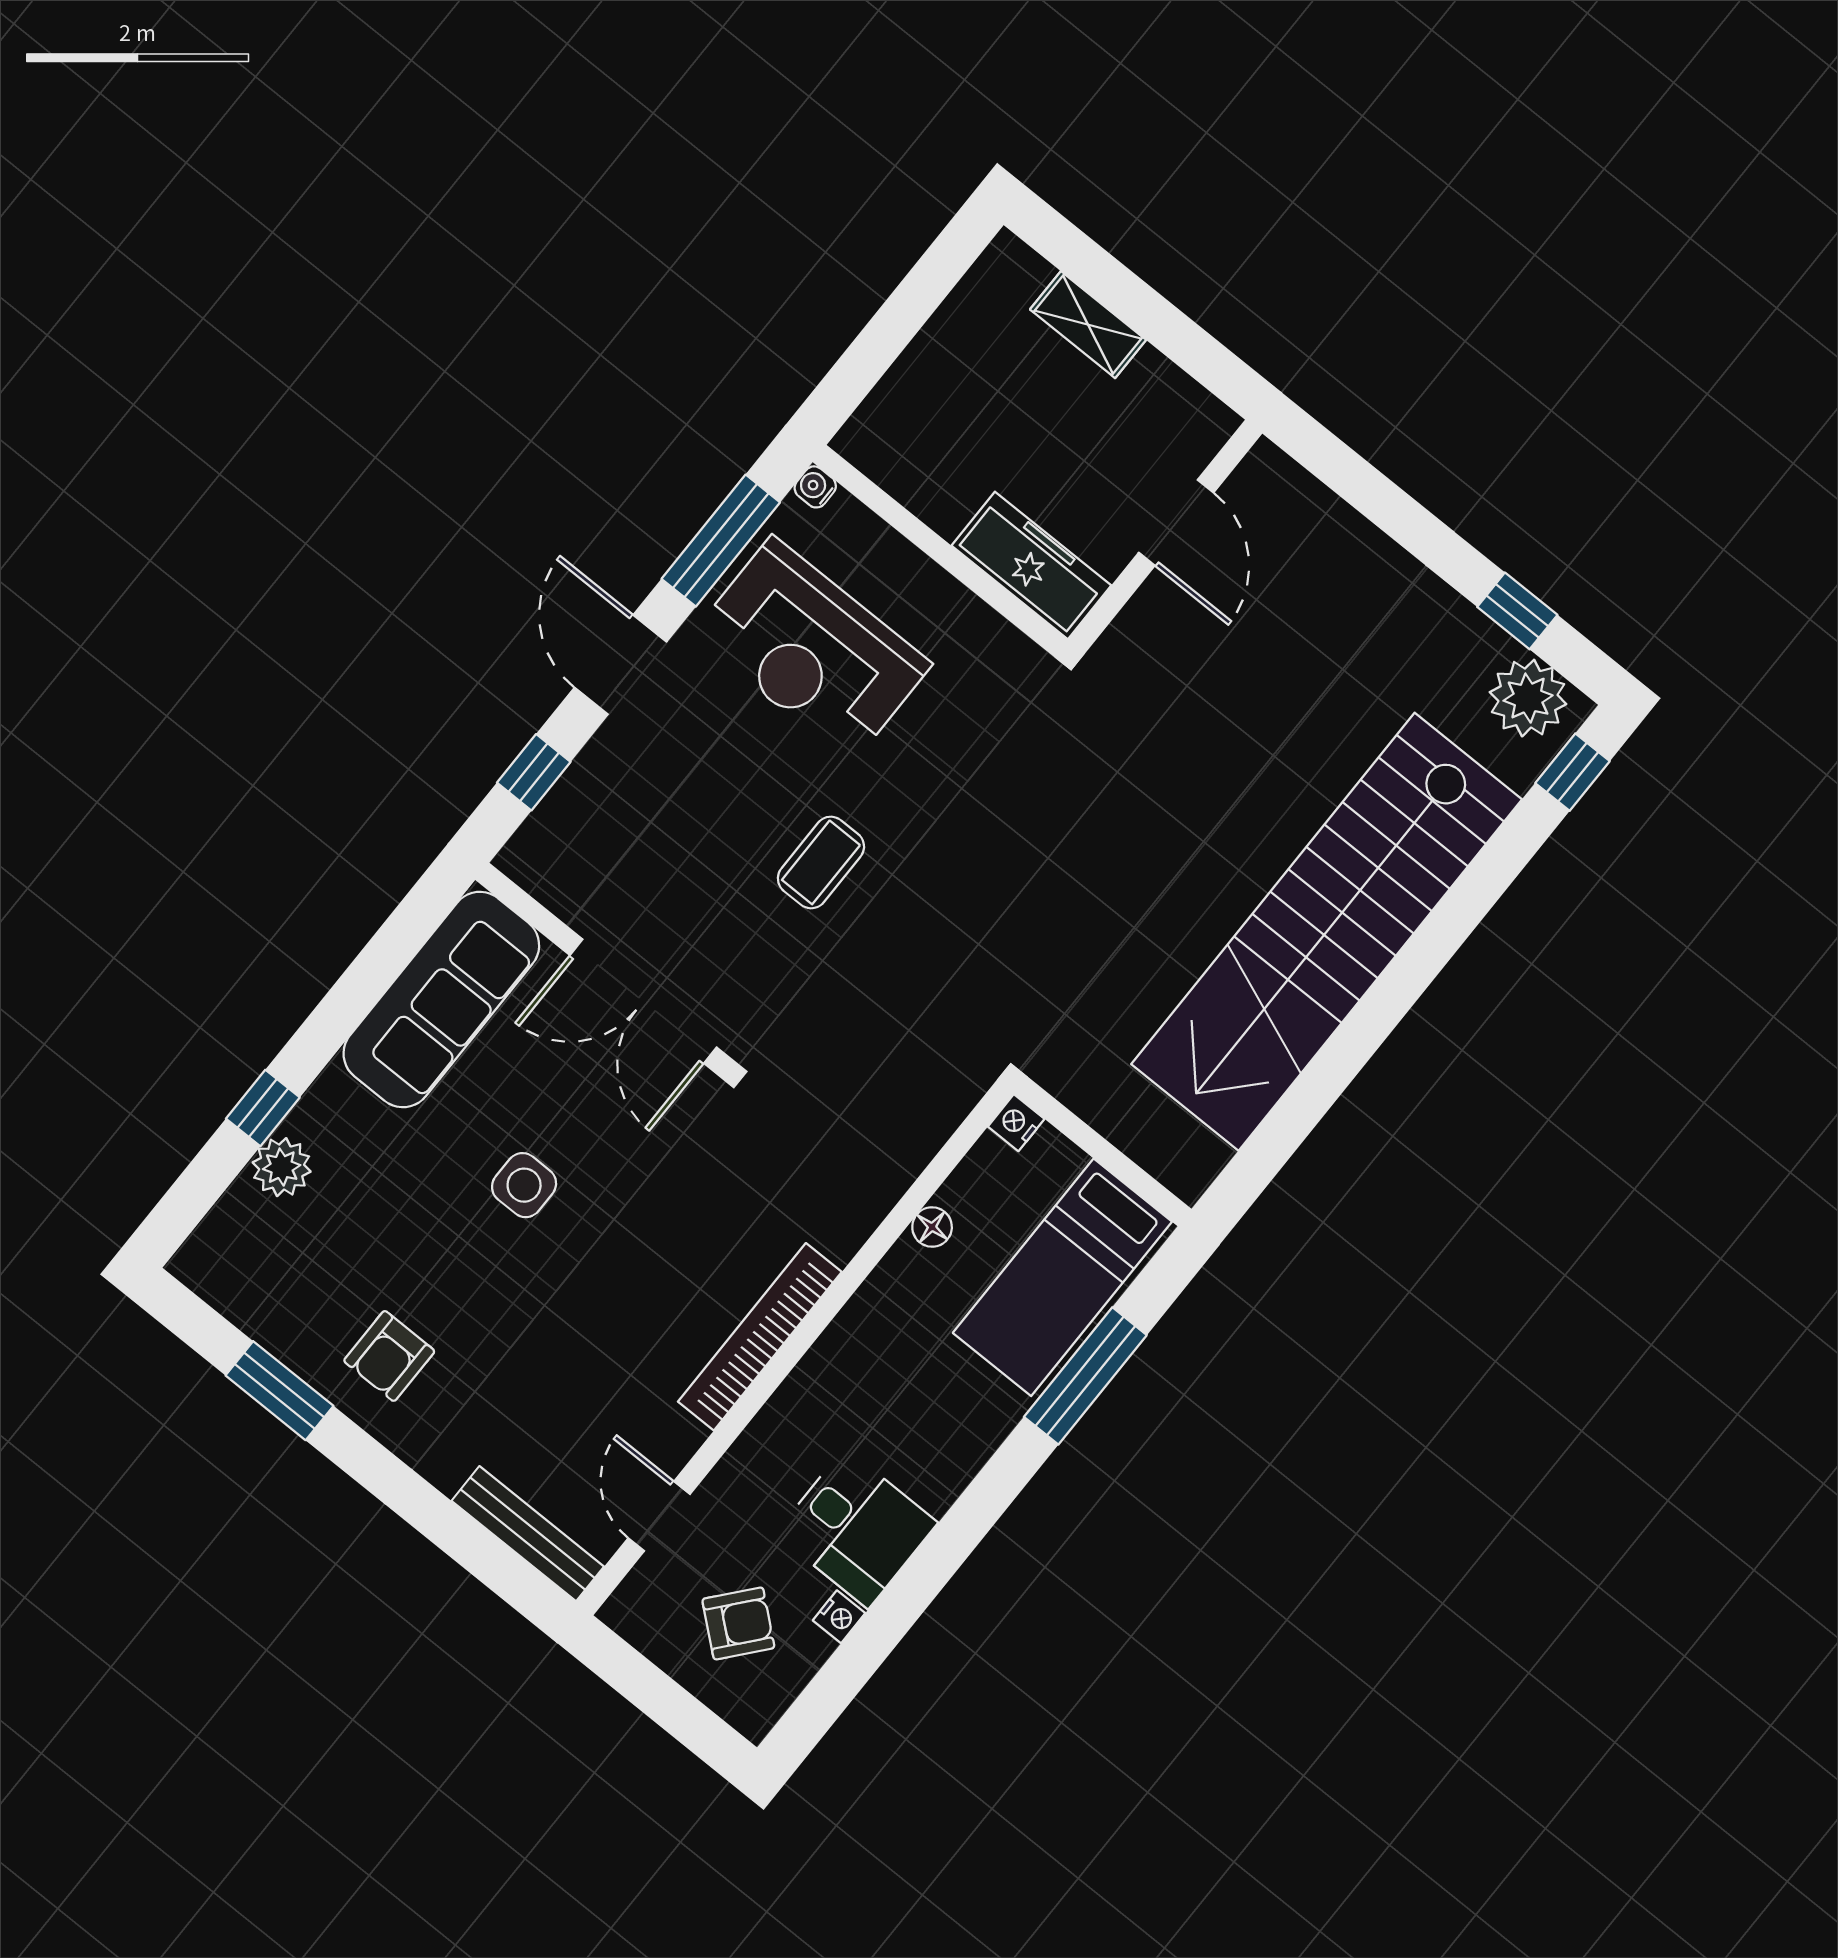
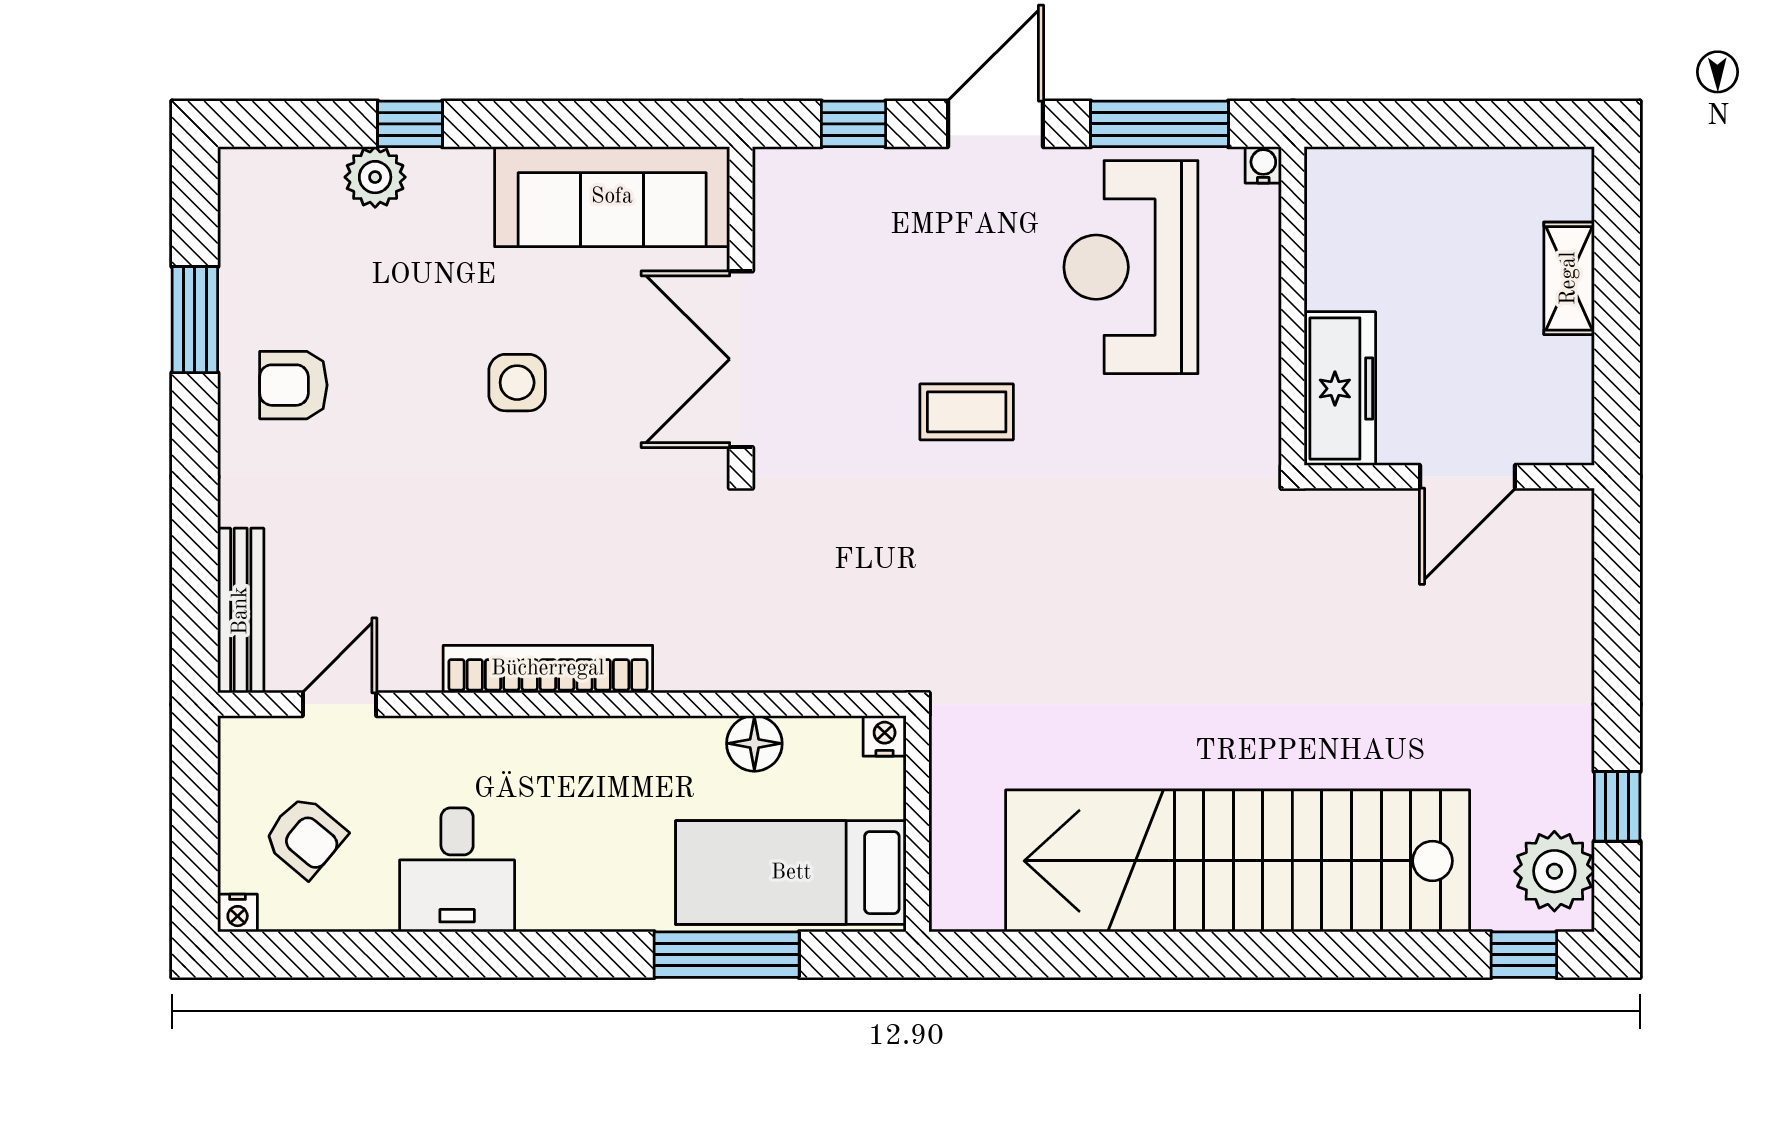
floor lamp: (932, 1227) -> (754, 743), width x1.37, depth x1.37
nightstand: (839, 1617) -> (238, 913), moved

